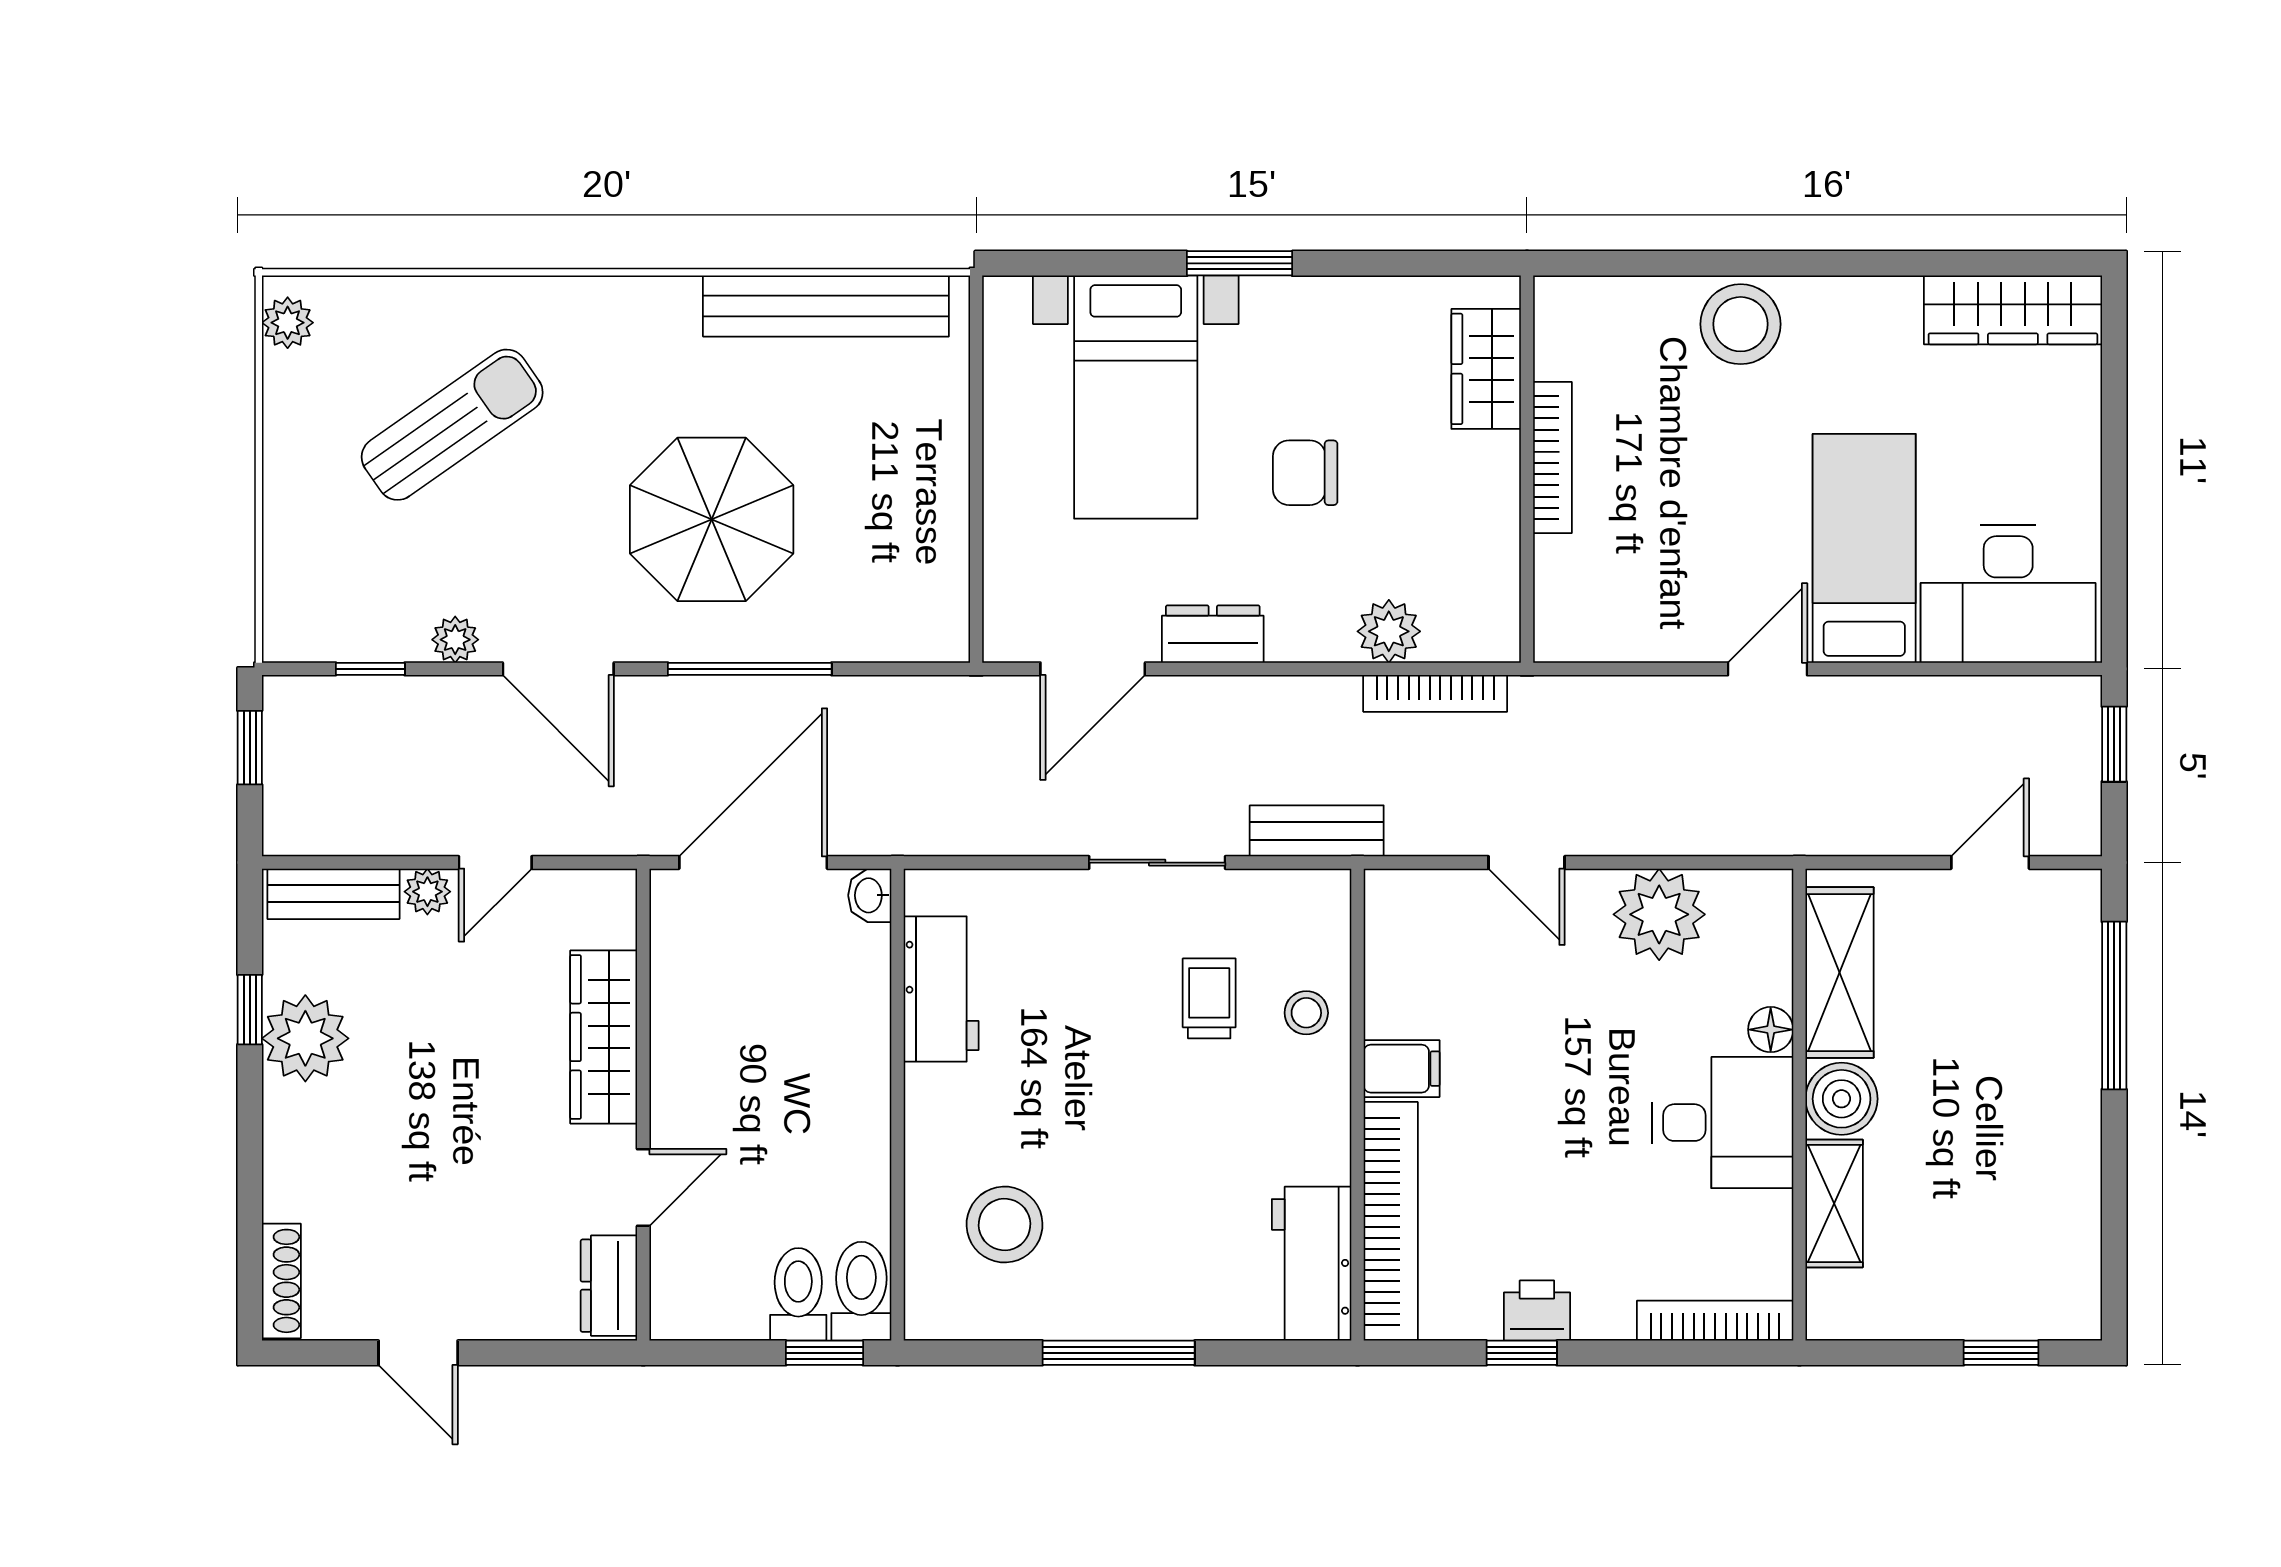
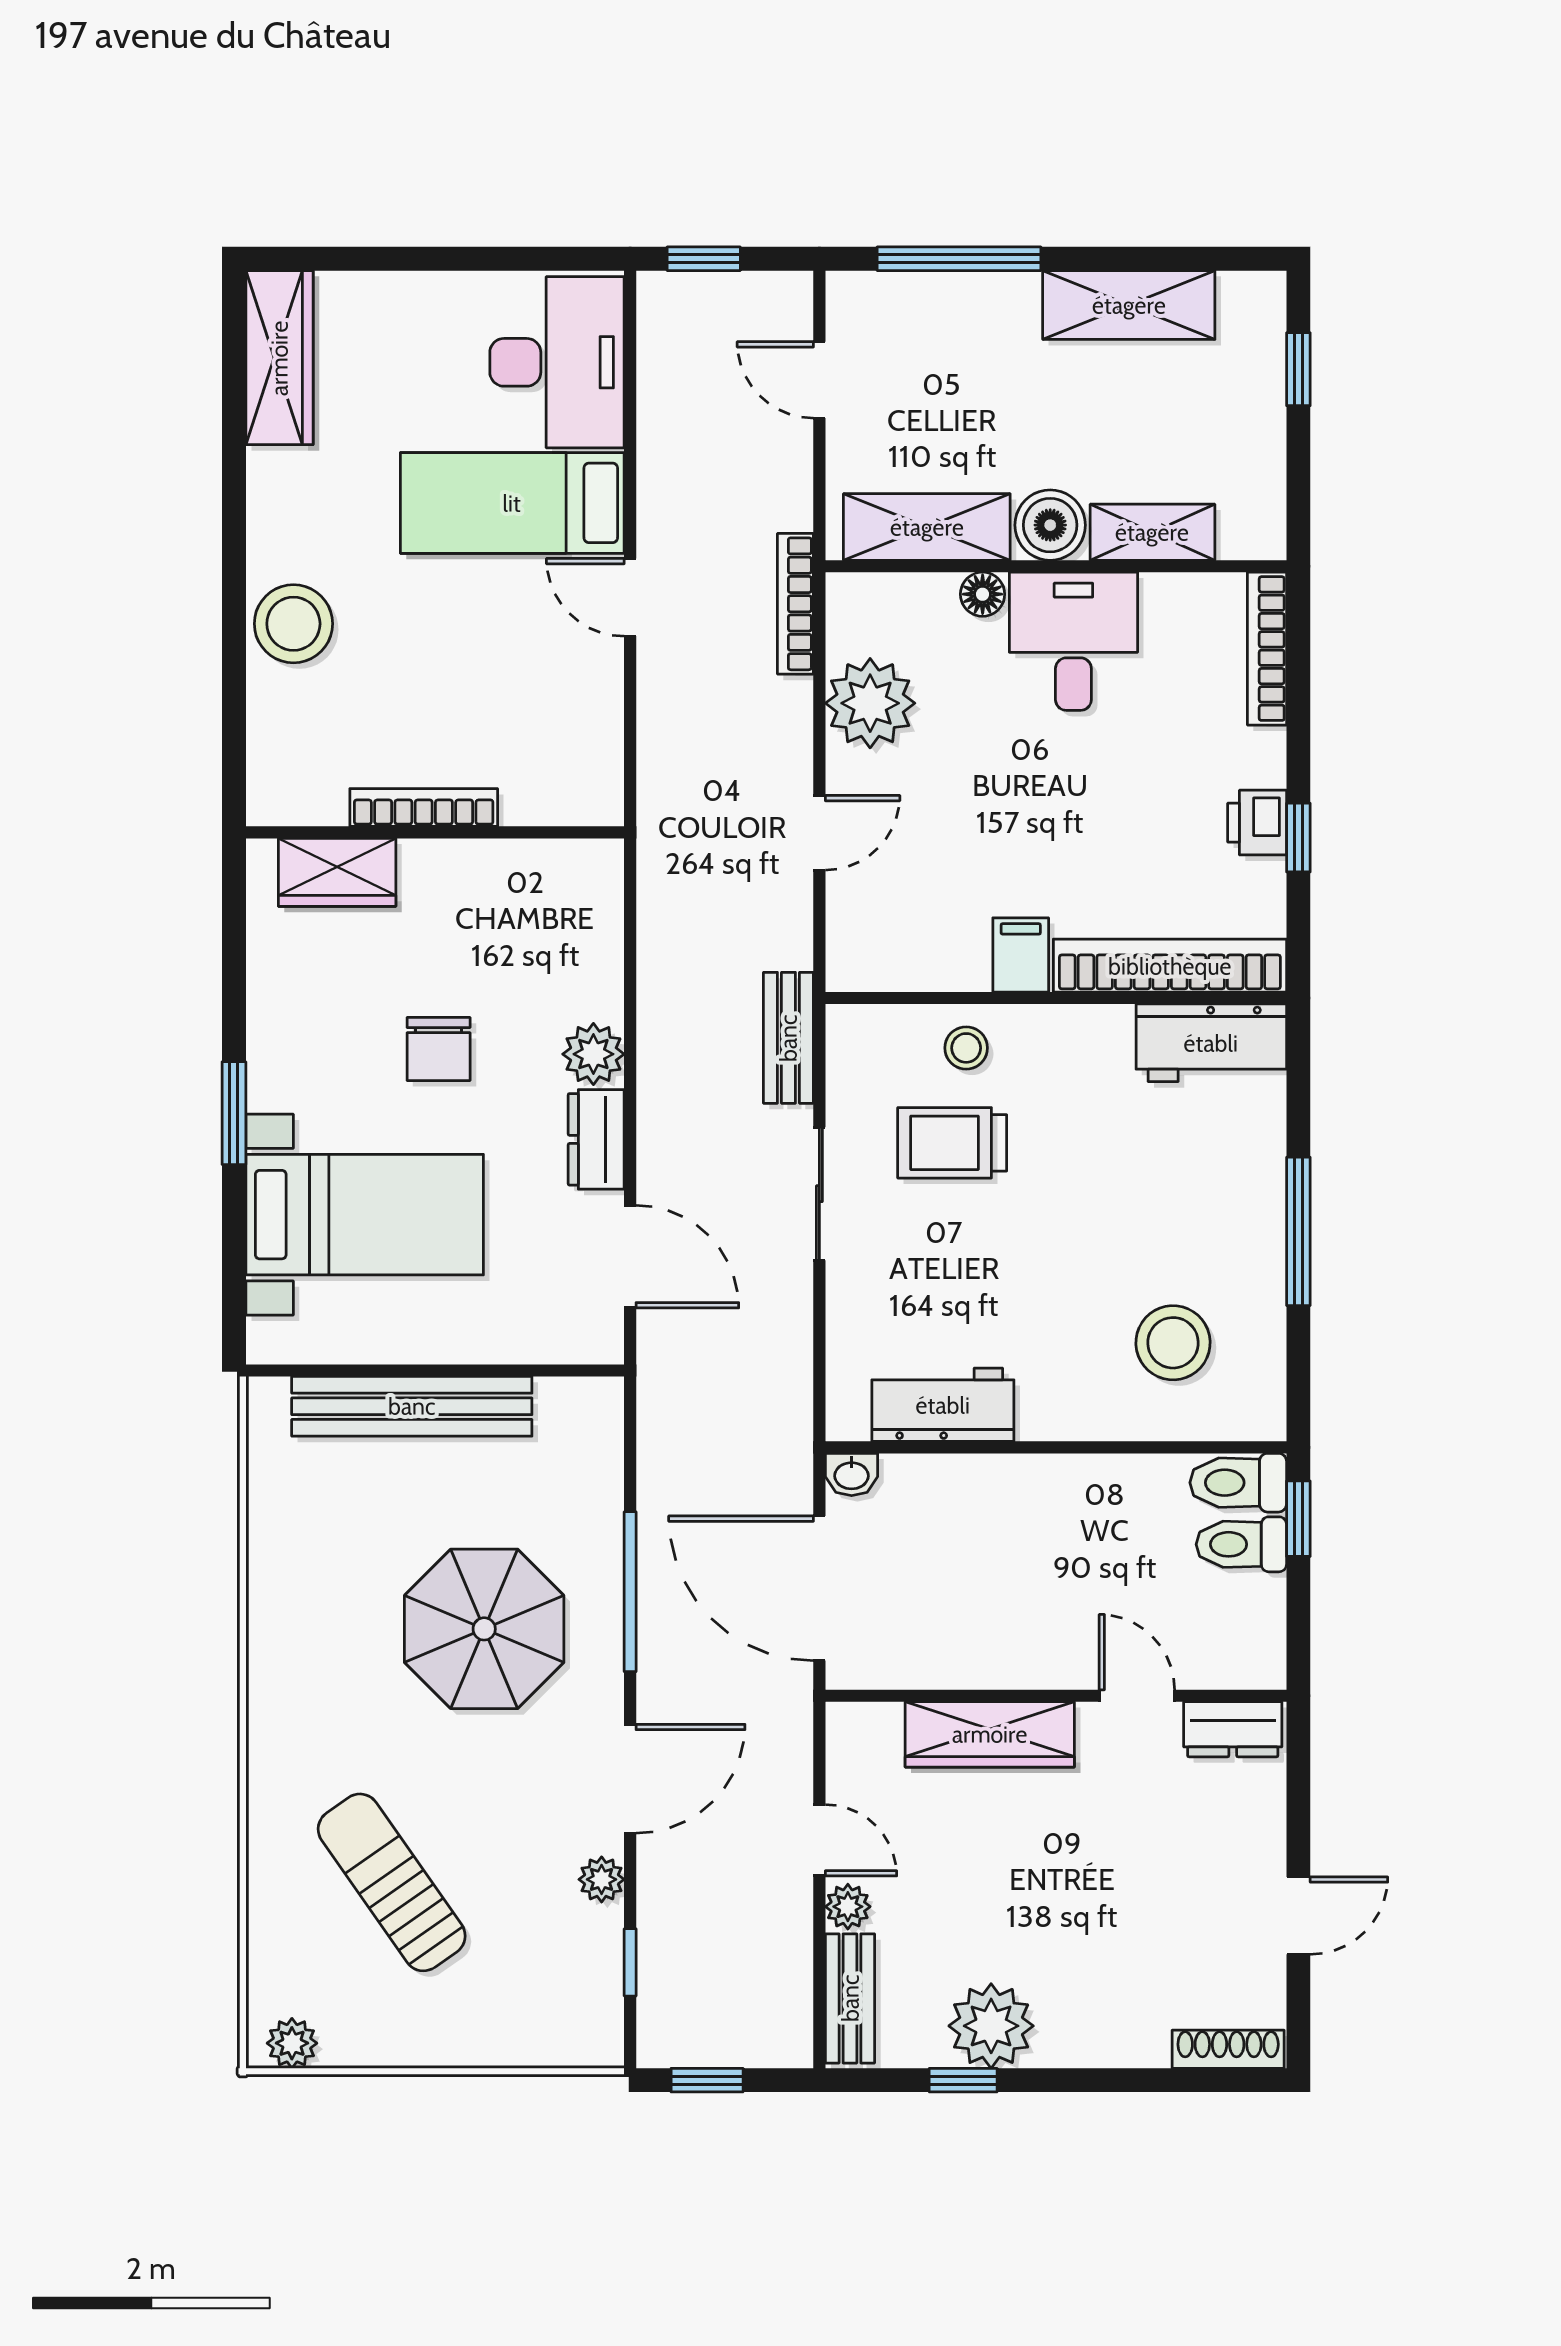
bench: (826, 306) -> (412, 1406), moved, turned 90
plant: (1389, 631) -> (593, 1054), moved
bookcase: (1435, 693) -> (795, 604), moved, turned 180
trolley: (1209, 998) -> (952, 1143), width x1.36, depth x1.39
shelving: (2067, 1179) -> (1129, 305), added

